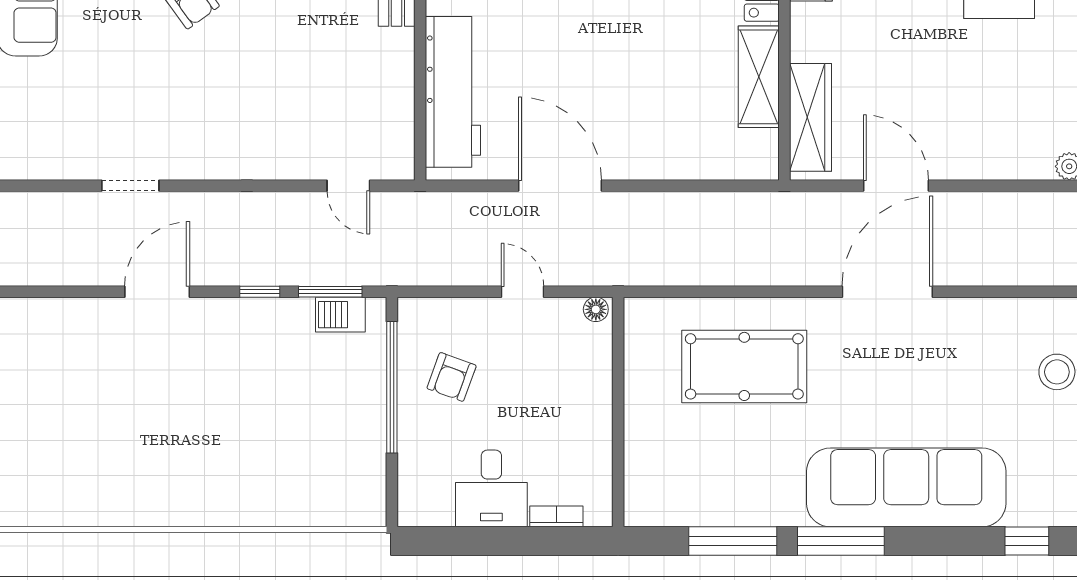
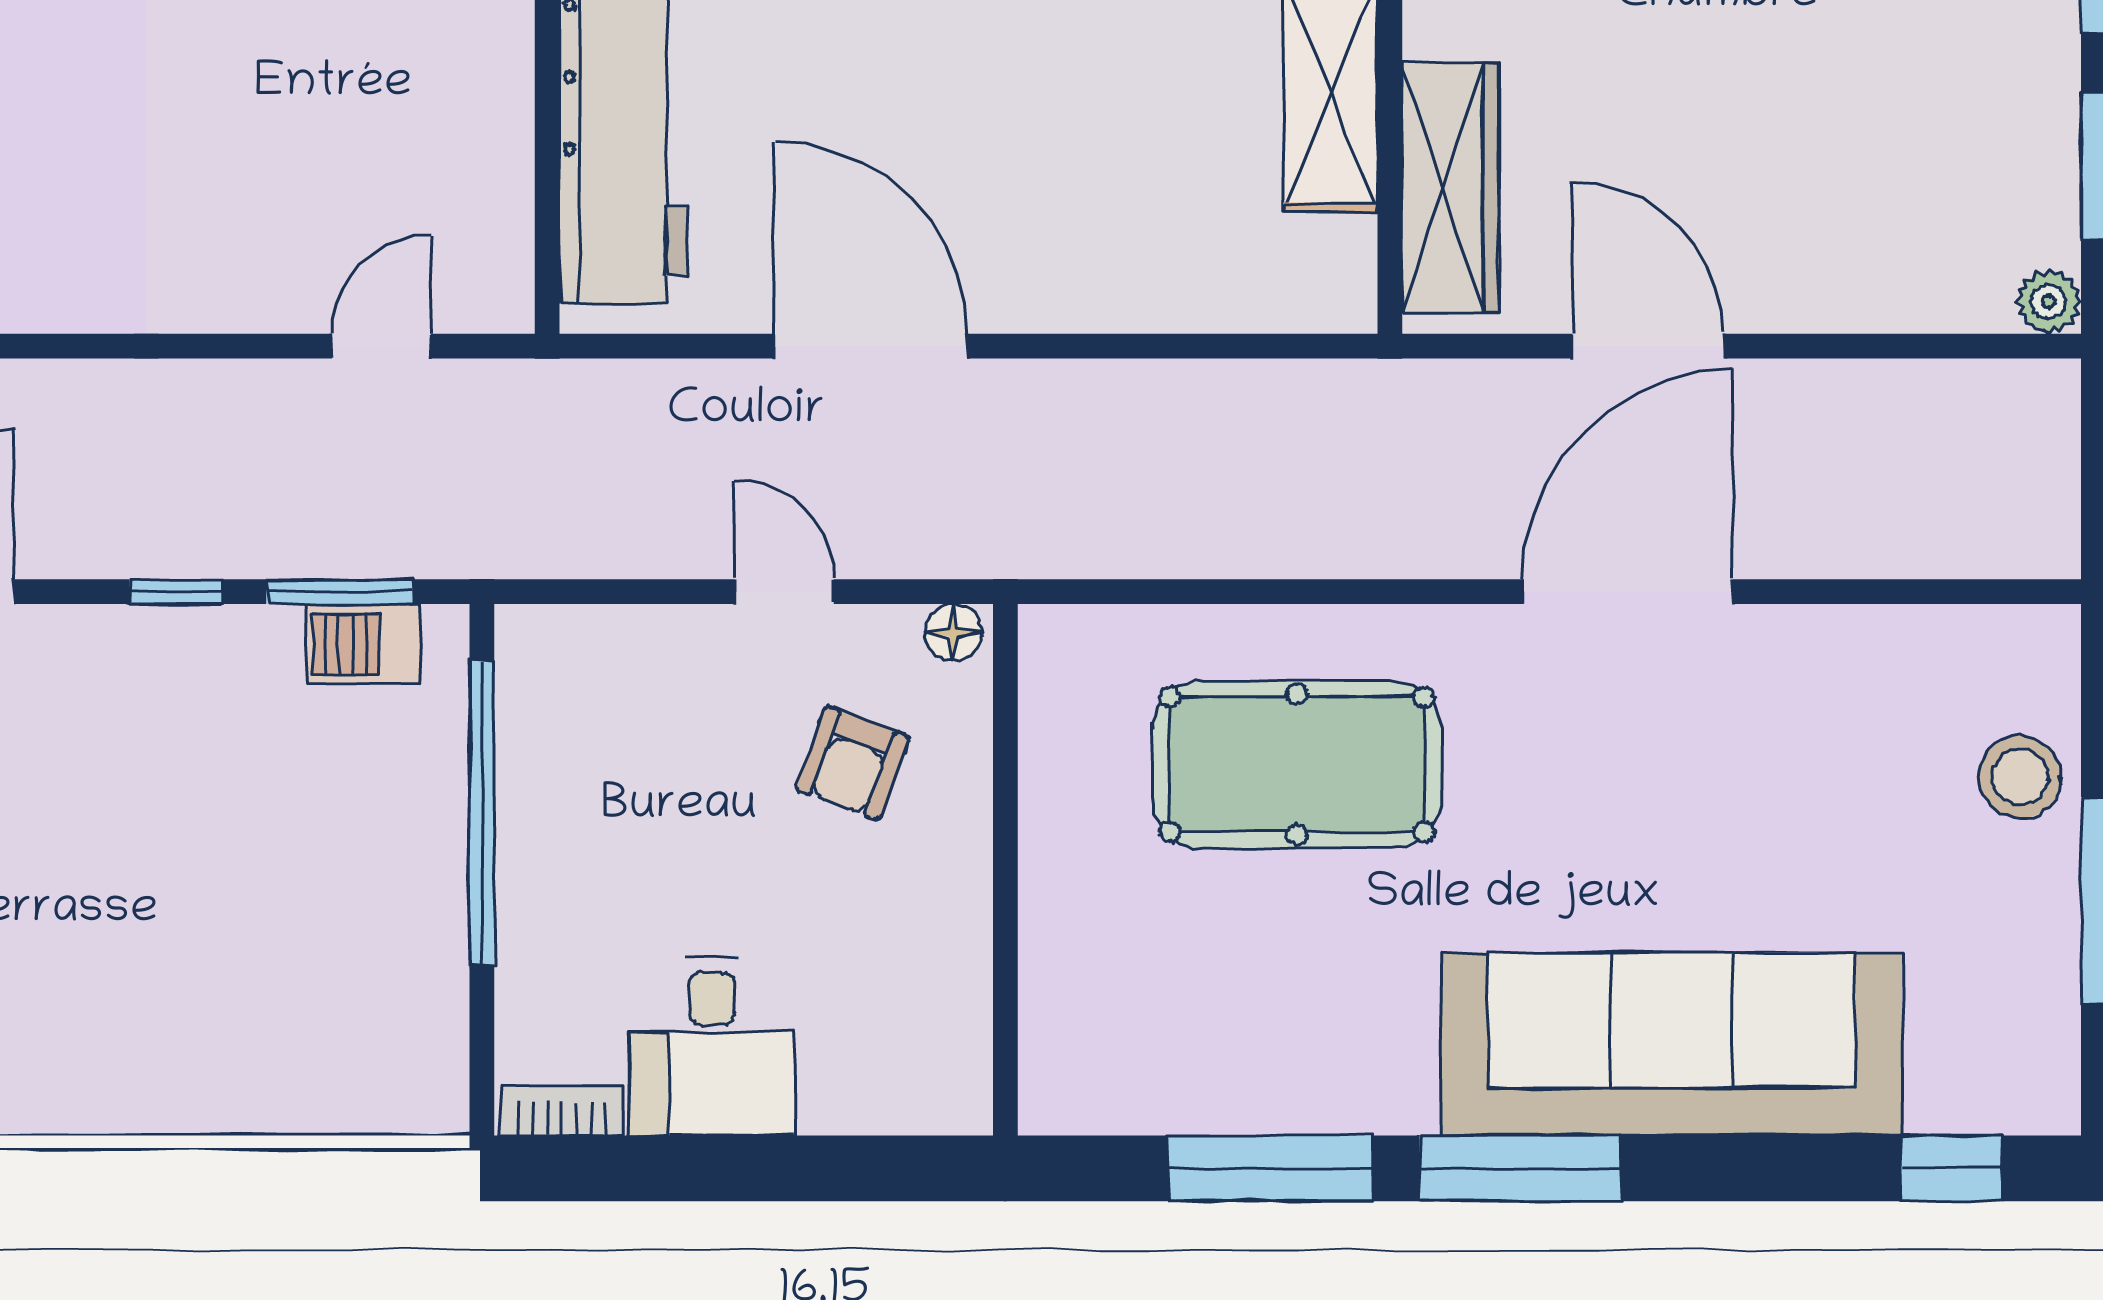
door: (348, 186) -> (381, 346), swing flipped
armchair: (452, 377) -> (853, 763), moved
bookcase: (556, 516) -> (562, 1111), moved

